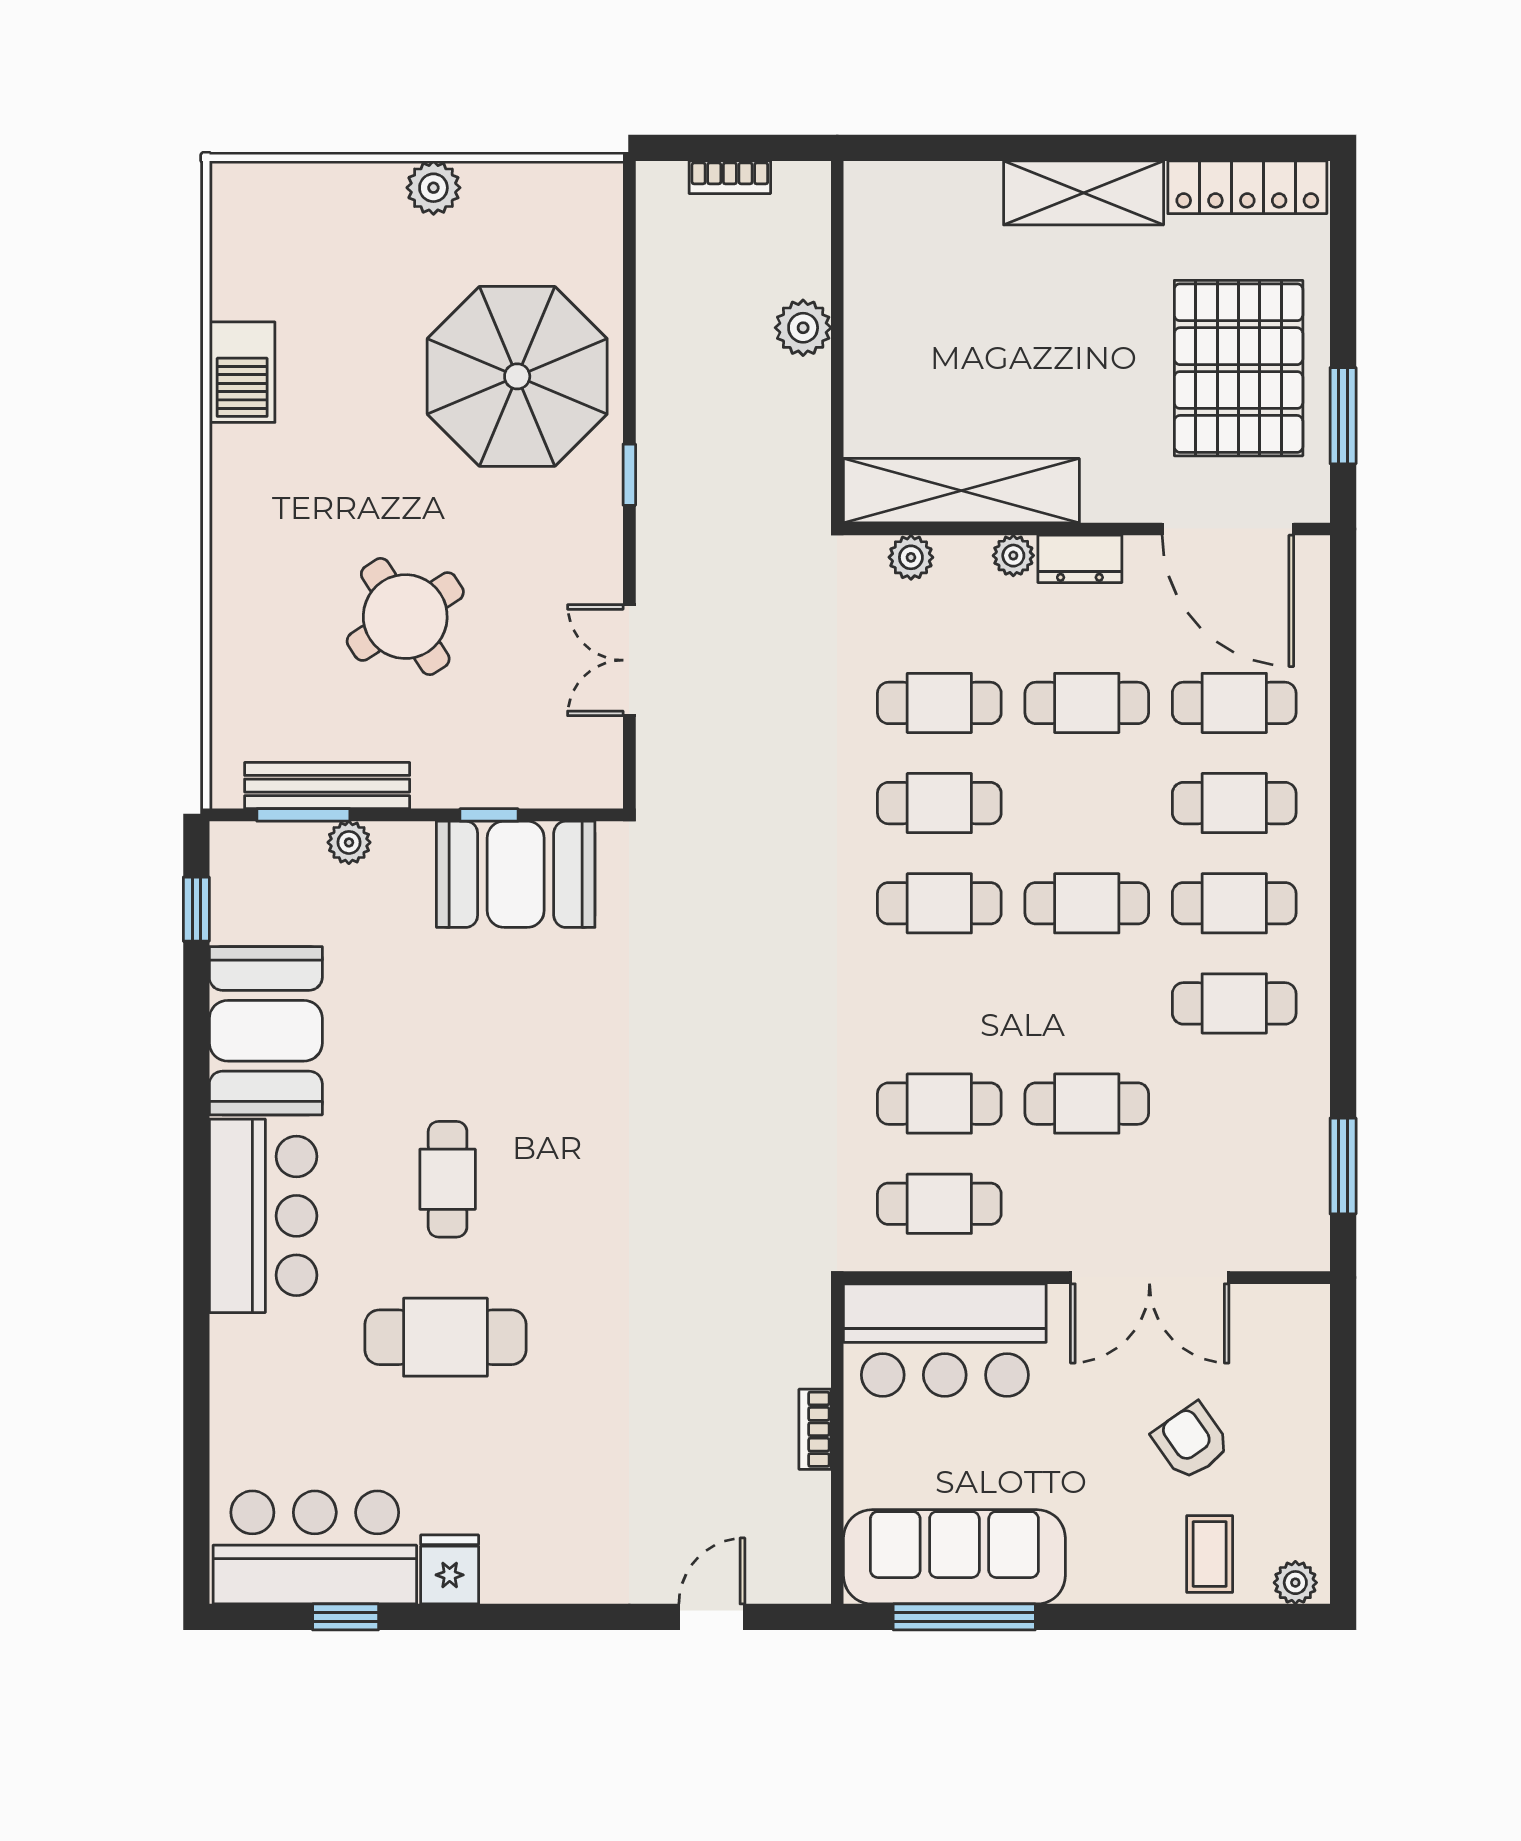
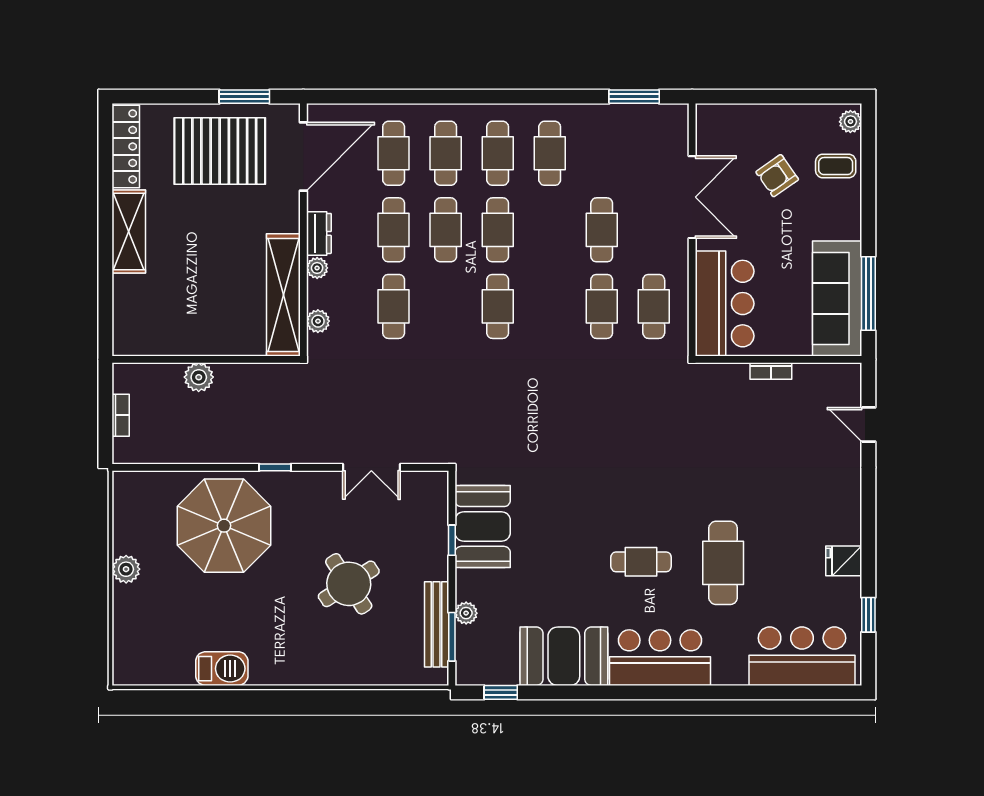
cafe table: (939, 803) -> (446, 230), moved
bar counter: (315, 1547) -> (802, 656), moved, turned 90

